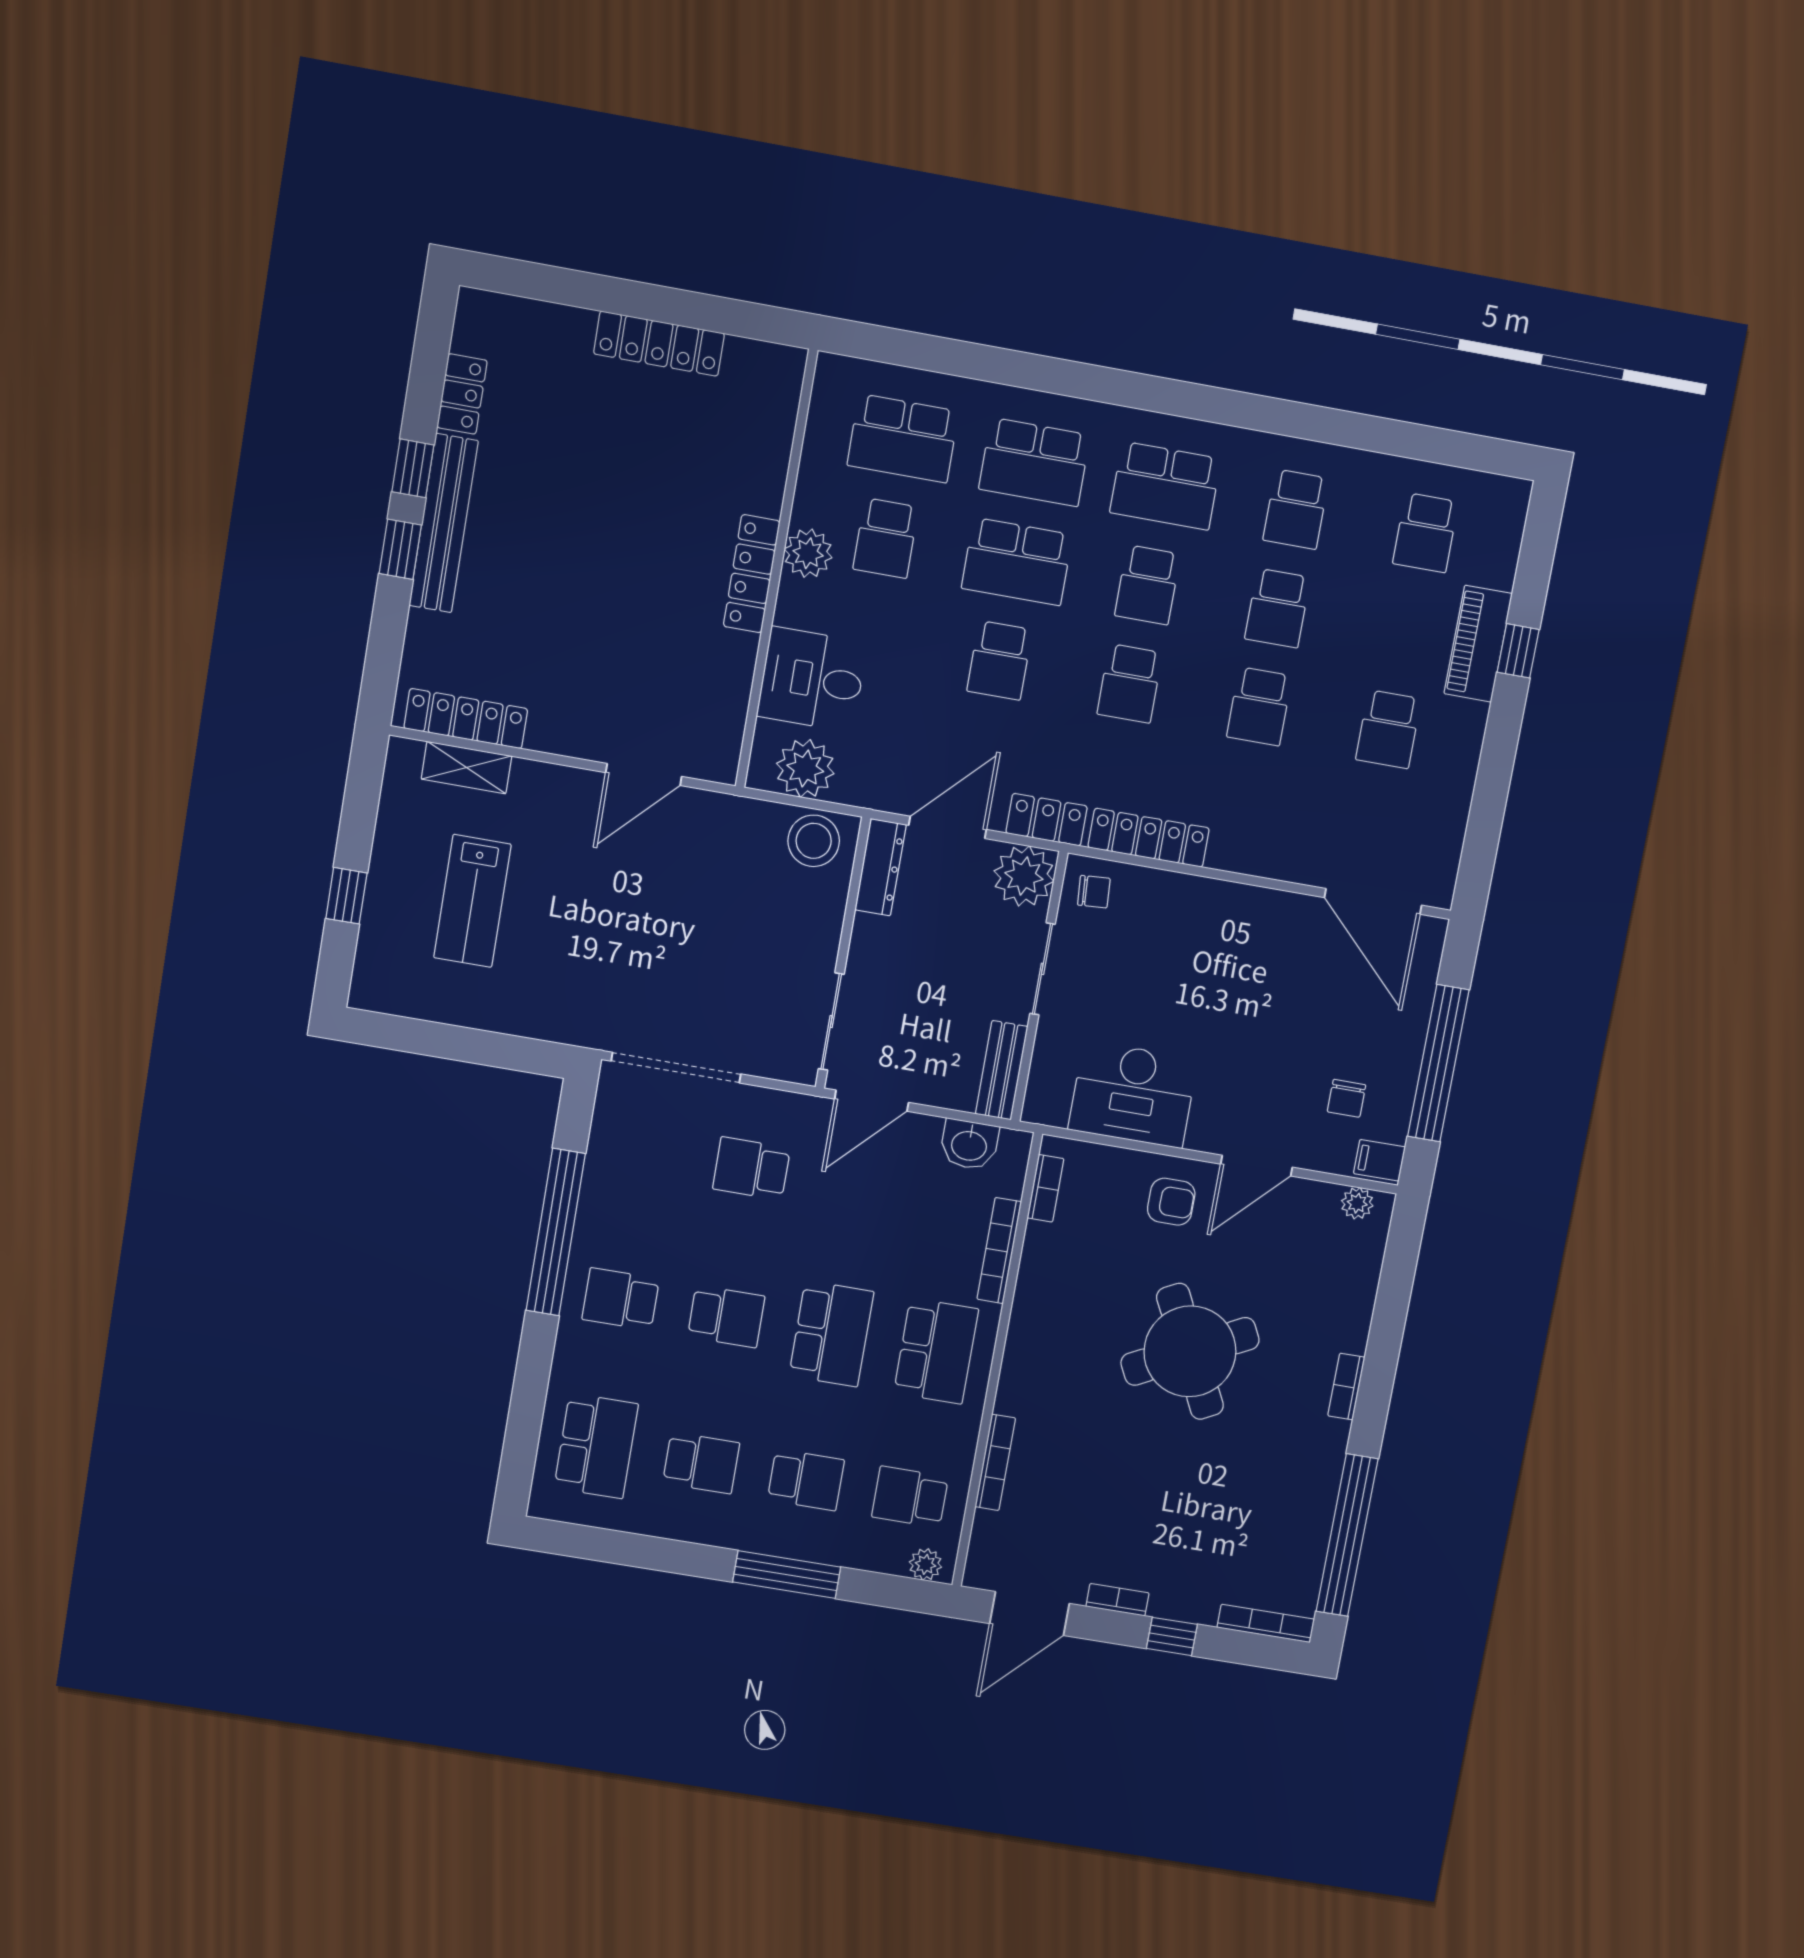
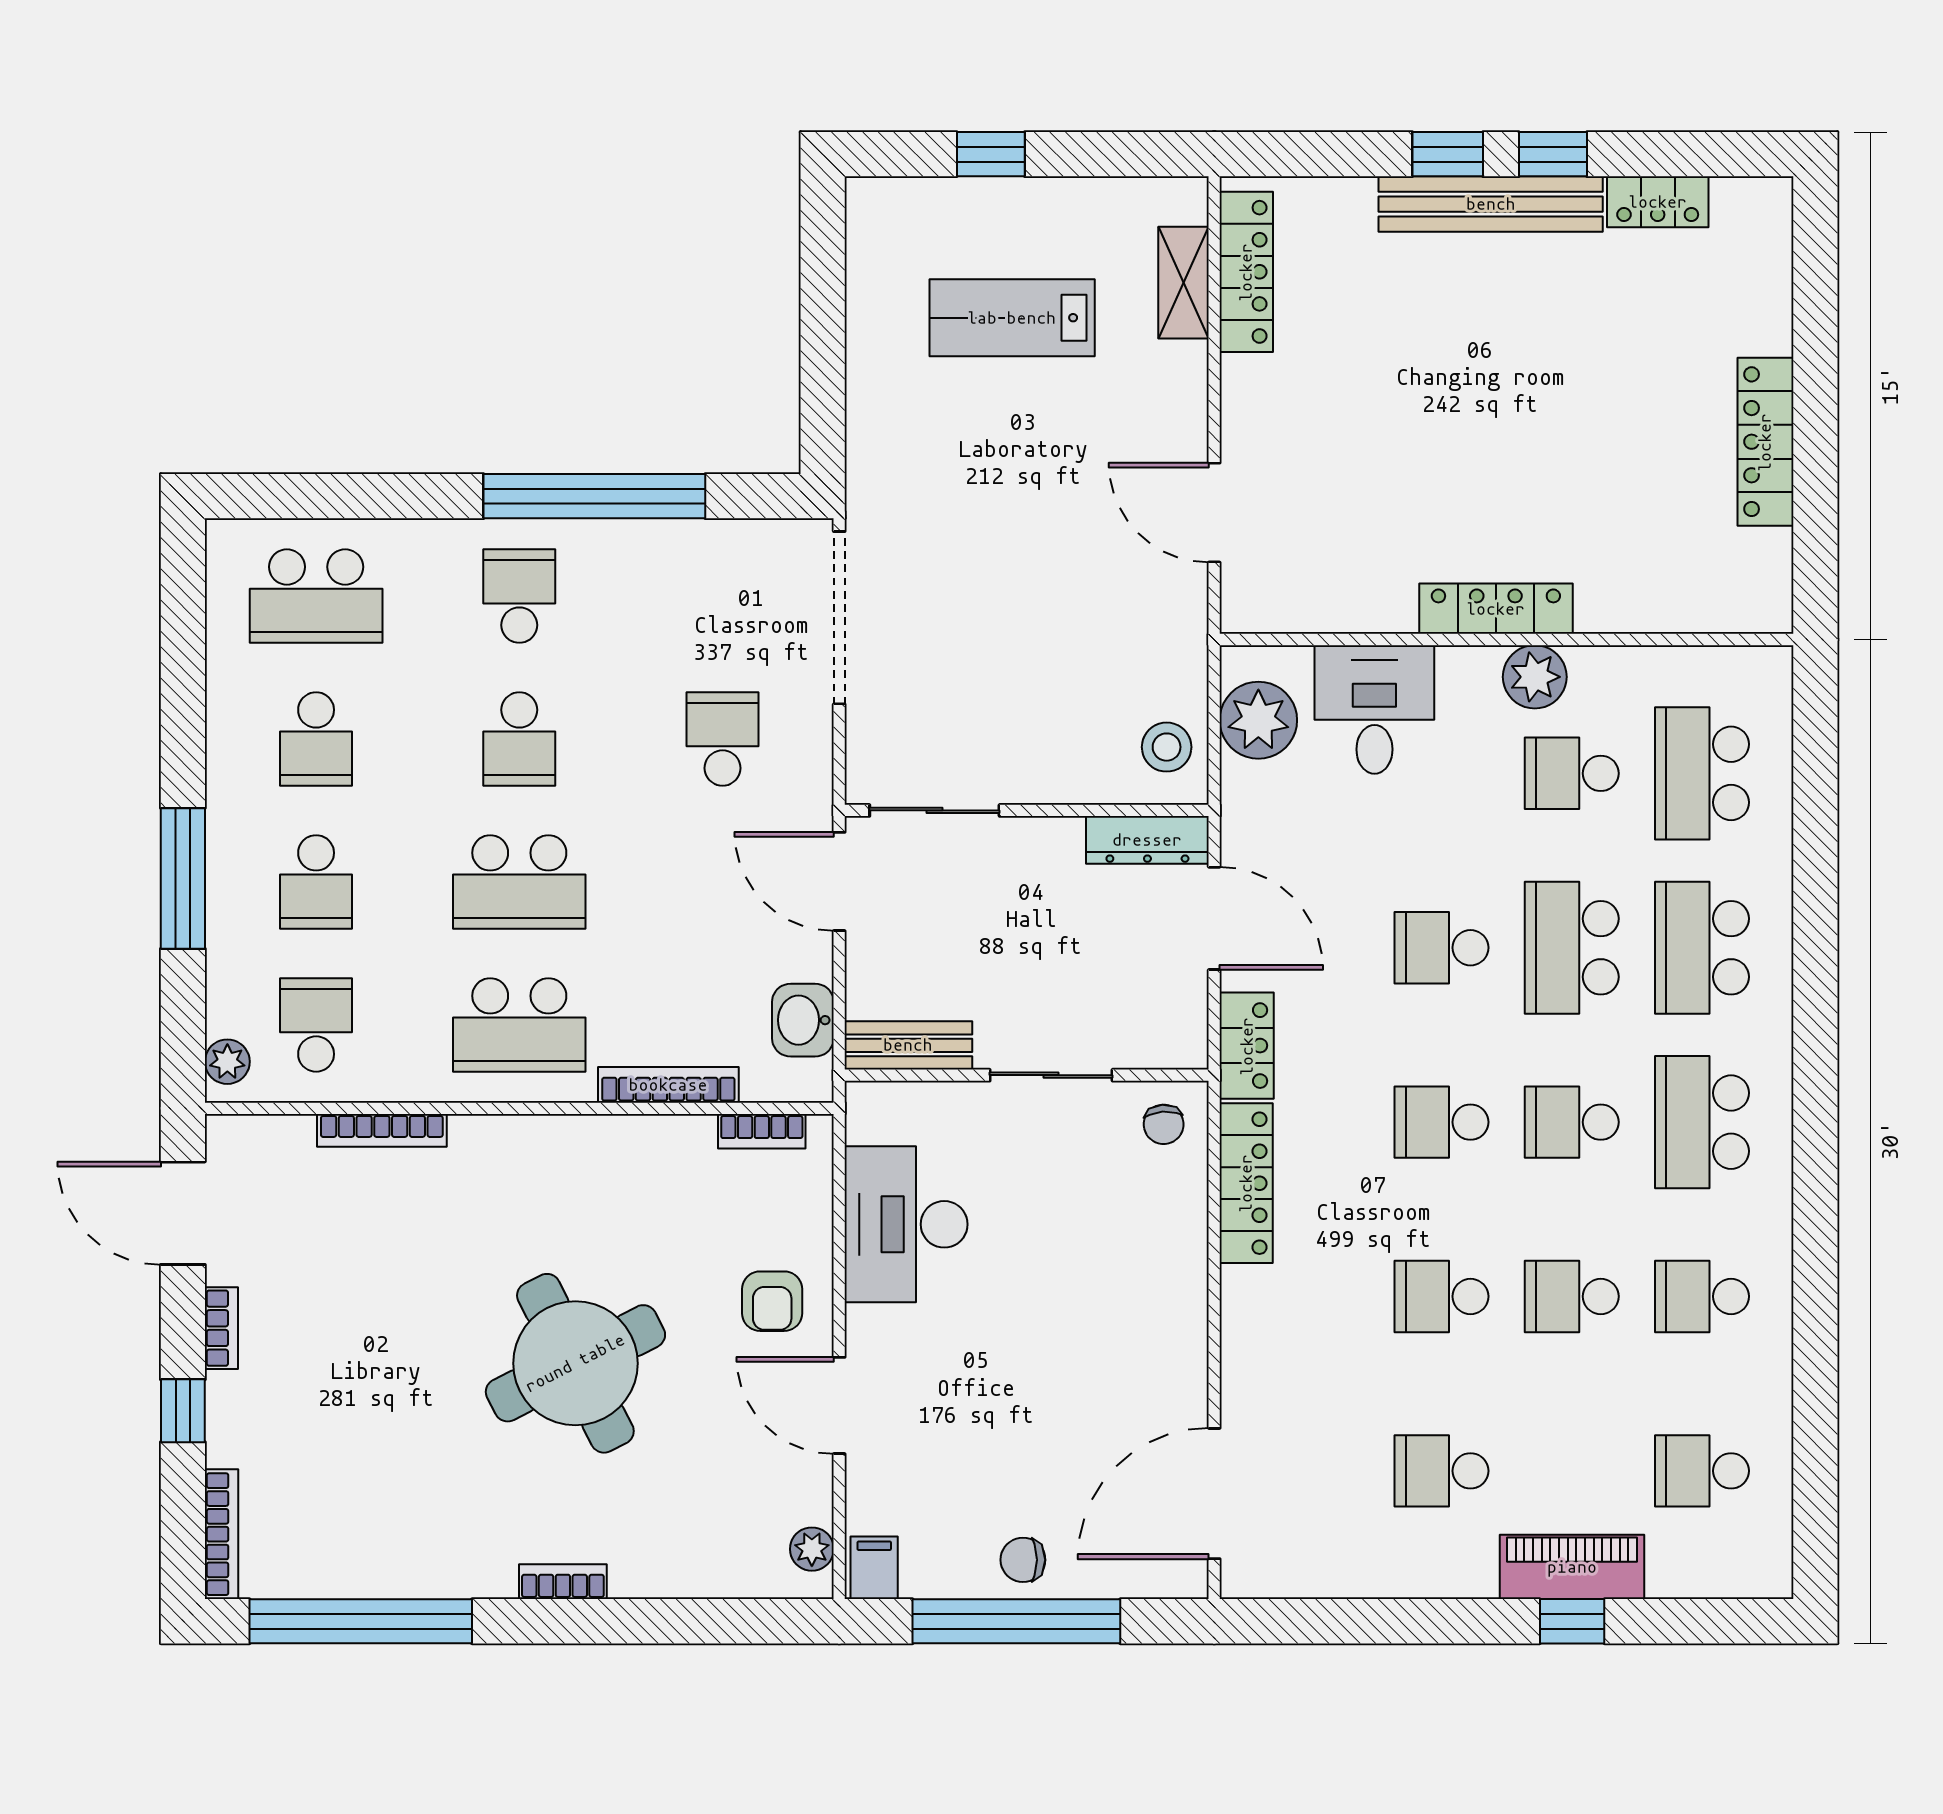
stool: (814, 841) -> (1167, 747), width x0.73, depth x0.73
plant: (1024, 876) -> (1168, 1029), removed
chair: (1347, 1098) -> (1023, 1560), moved

